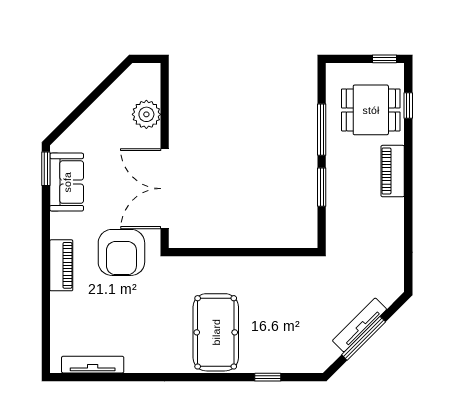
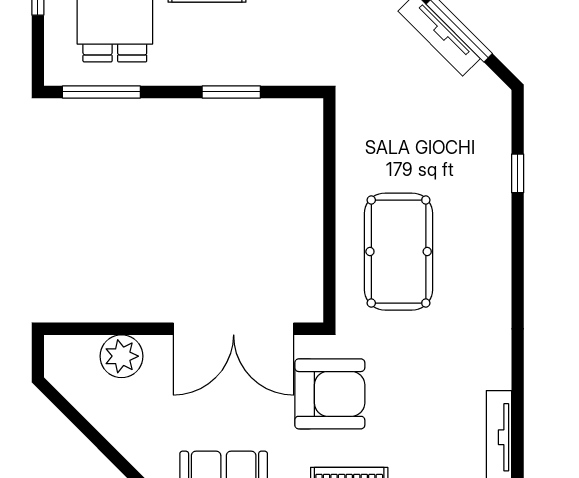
window: (322, 130) -> (101, 92), moved
pool table: (216, 332) -> (399, 252), moved, turned 90

